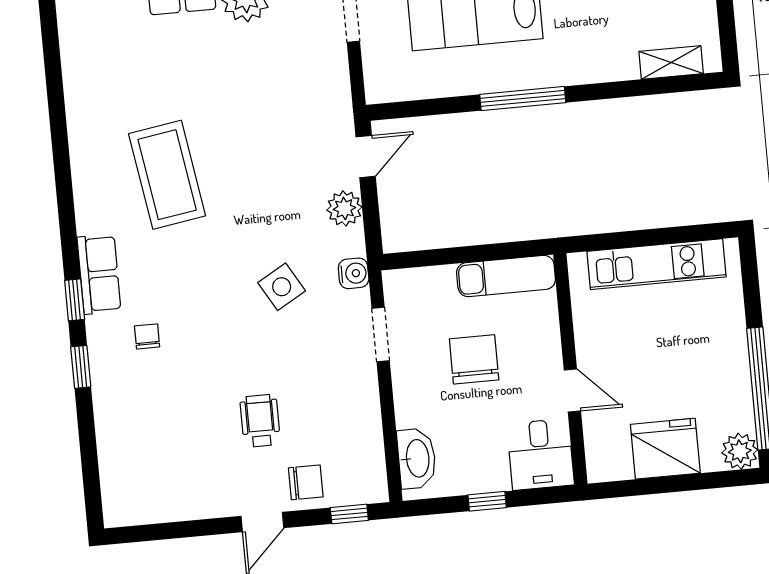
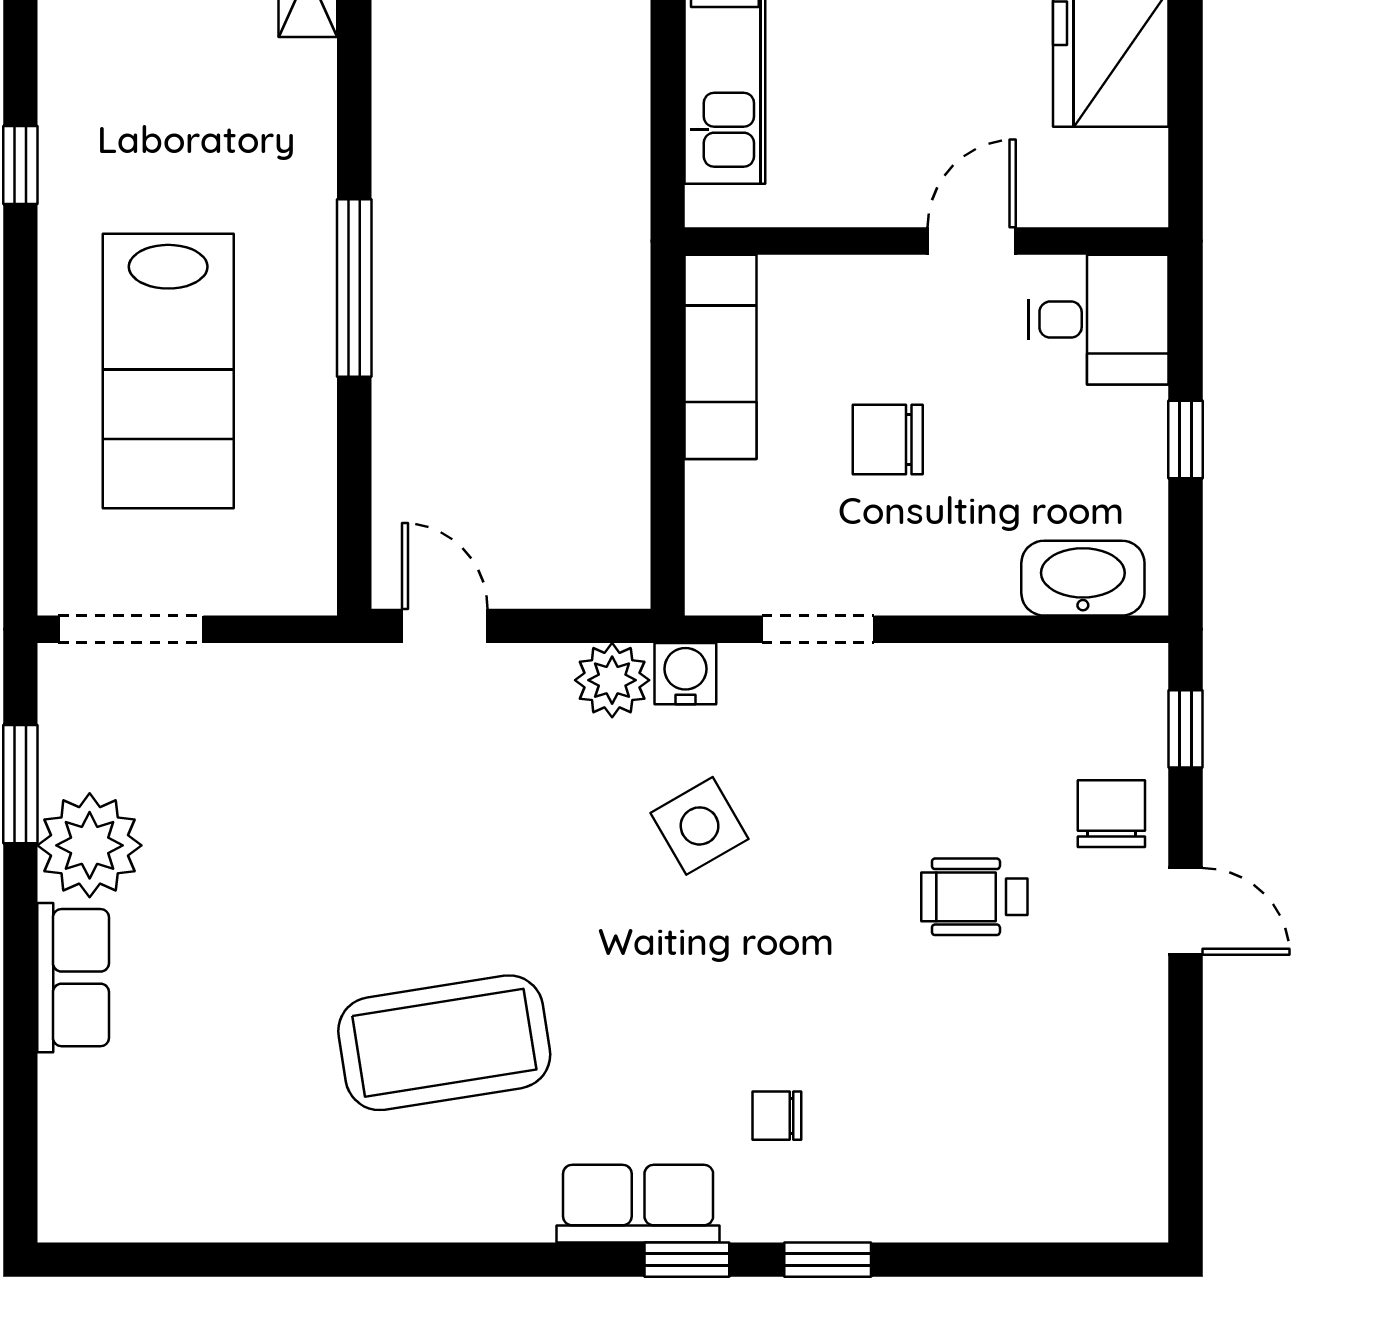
plant: (344, 208) -> (612, 680), moved
chair: (474, 359) -> (888, 440), width x0.73, depth x0.73

